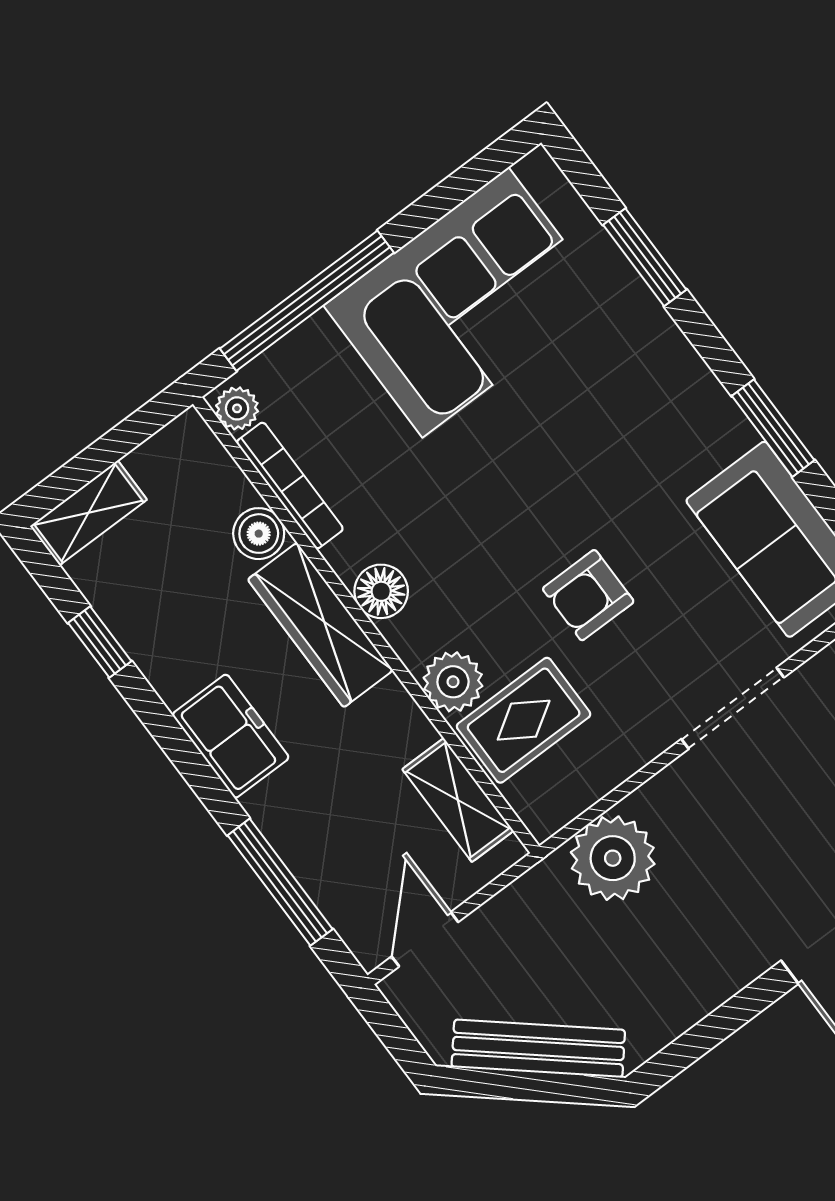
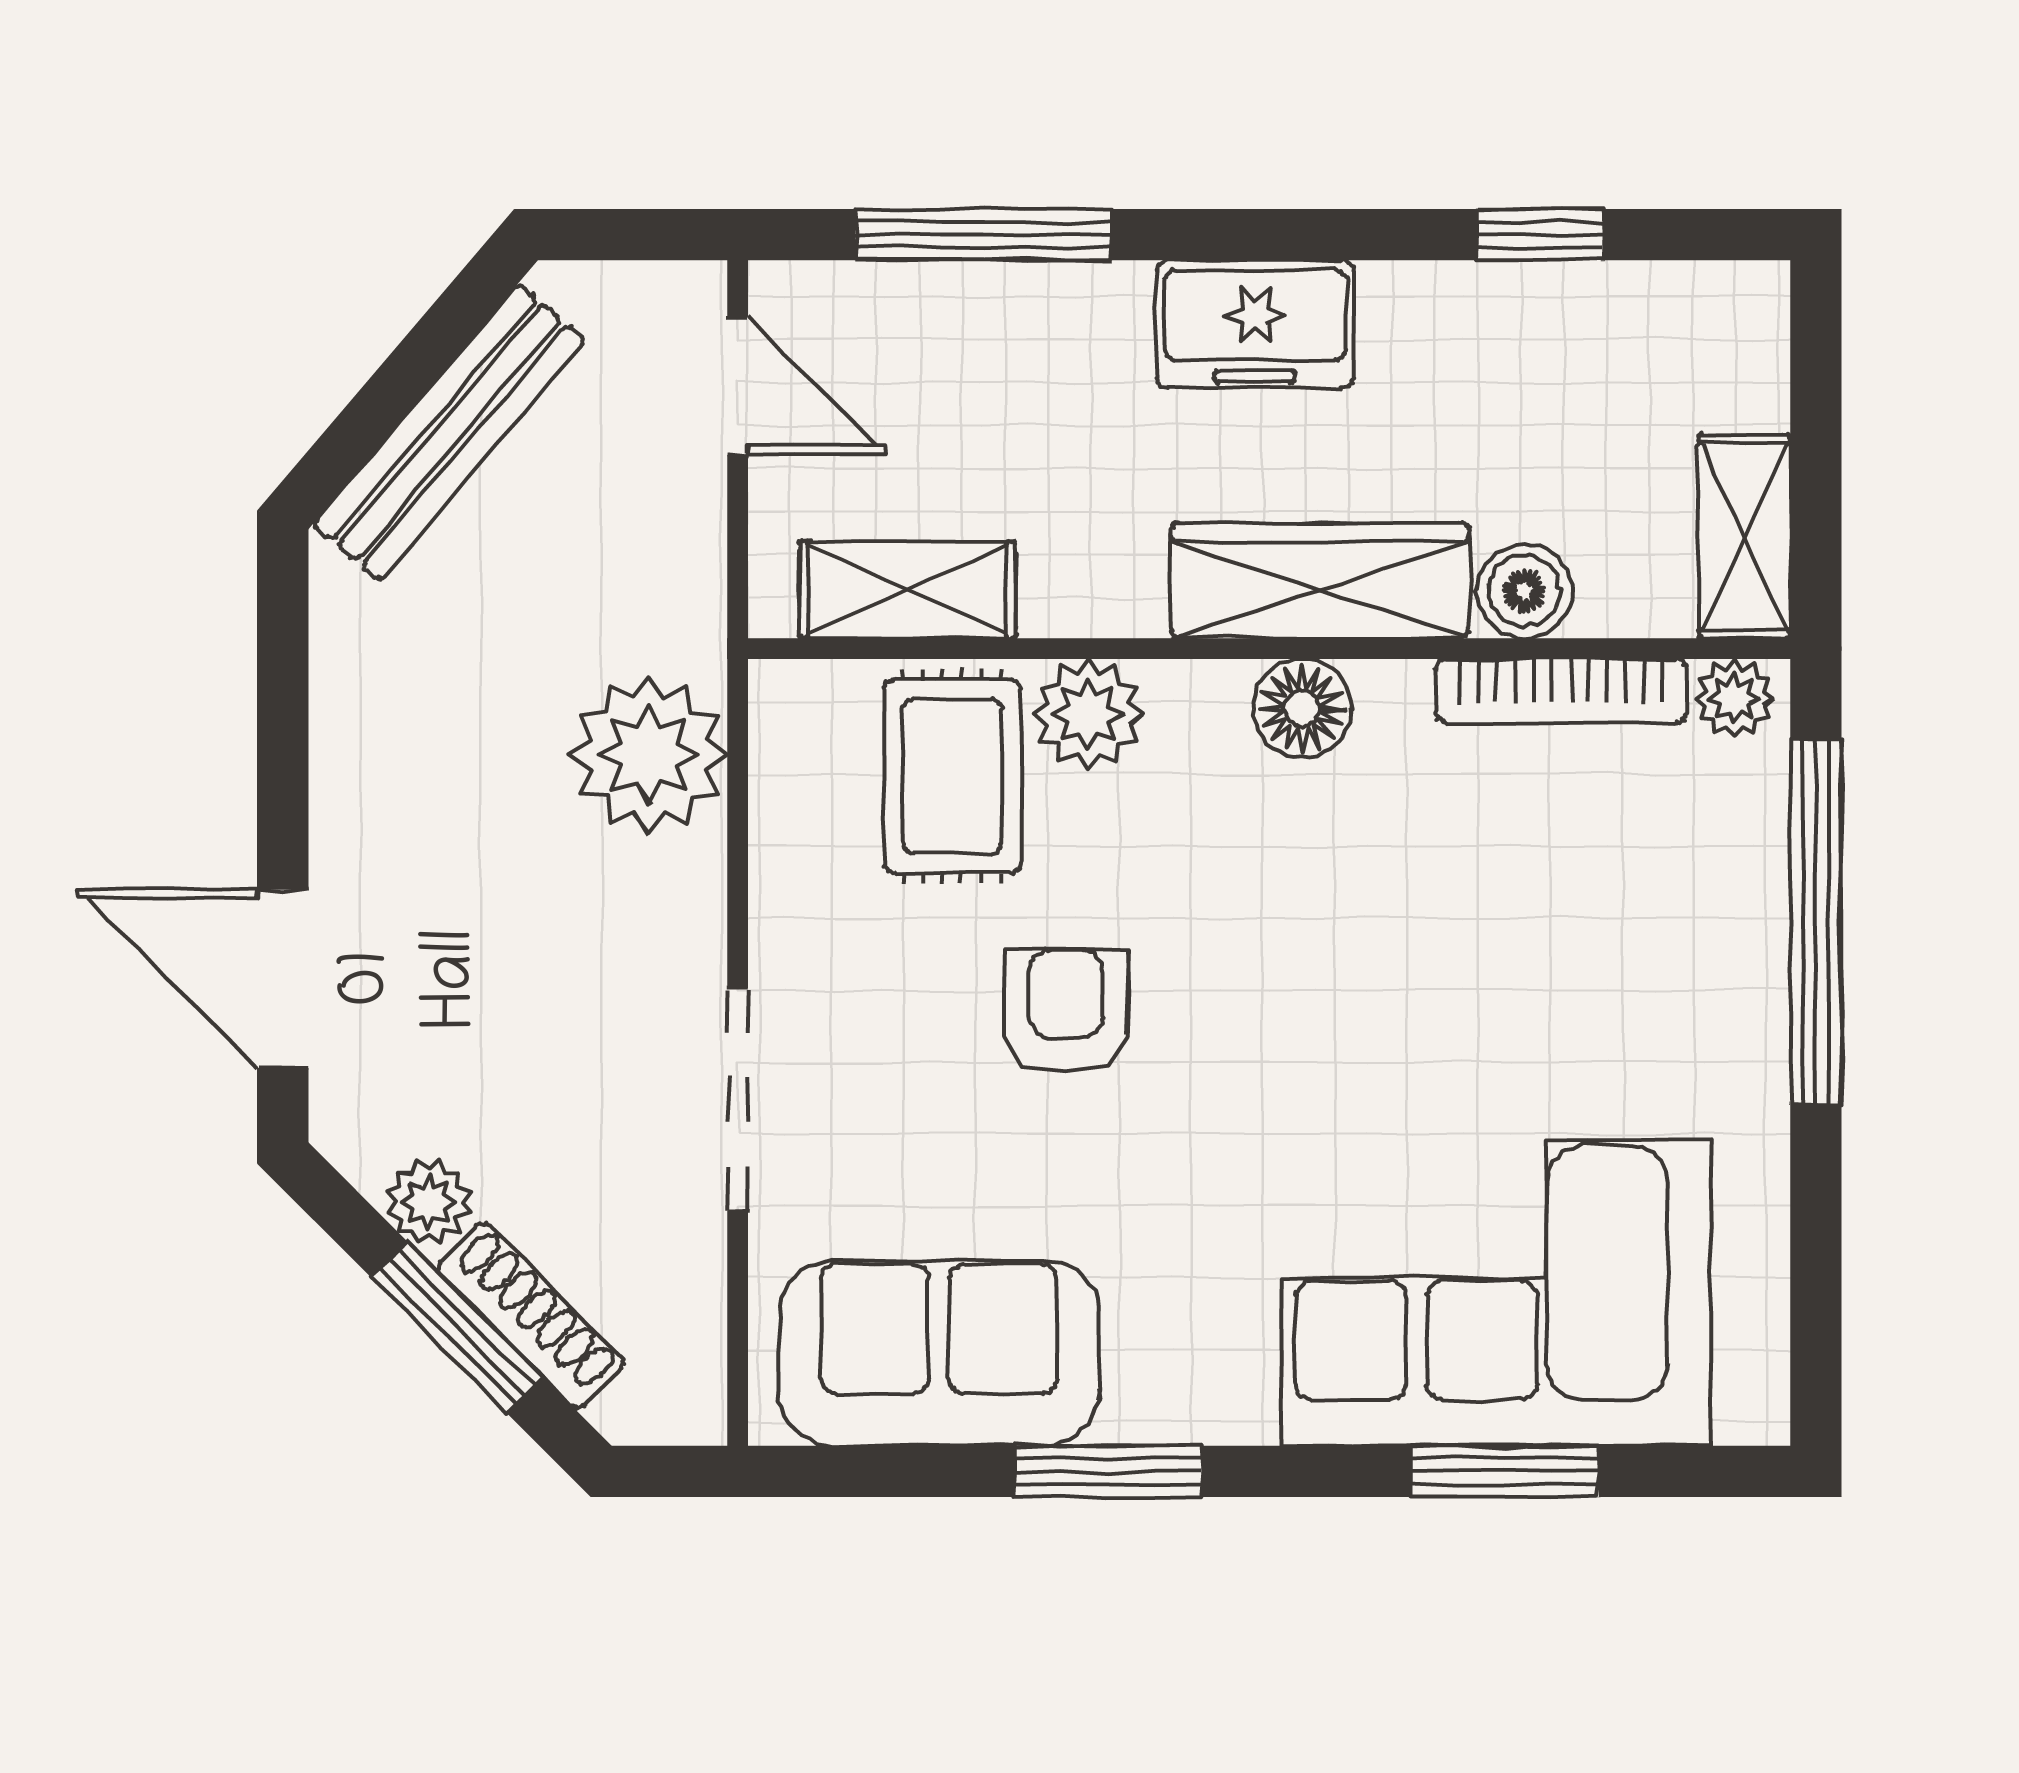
corner sofa: (465, 302) -> (1496, 1293), moved, turned 90
shelving: (88, 513) -> (1745, 537), moved

